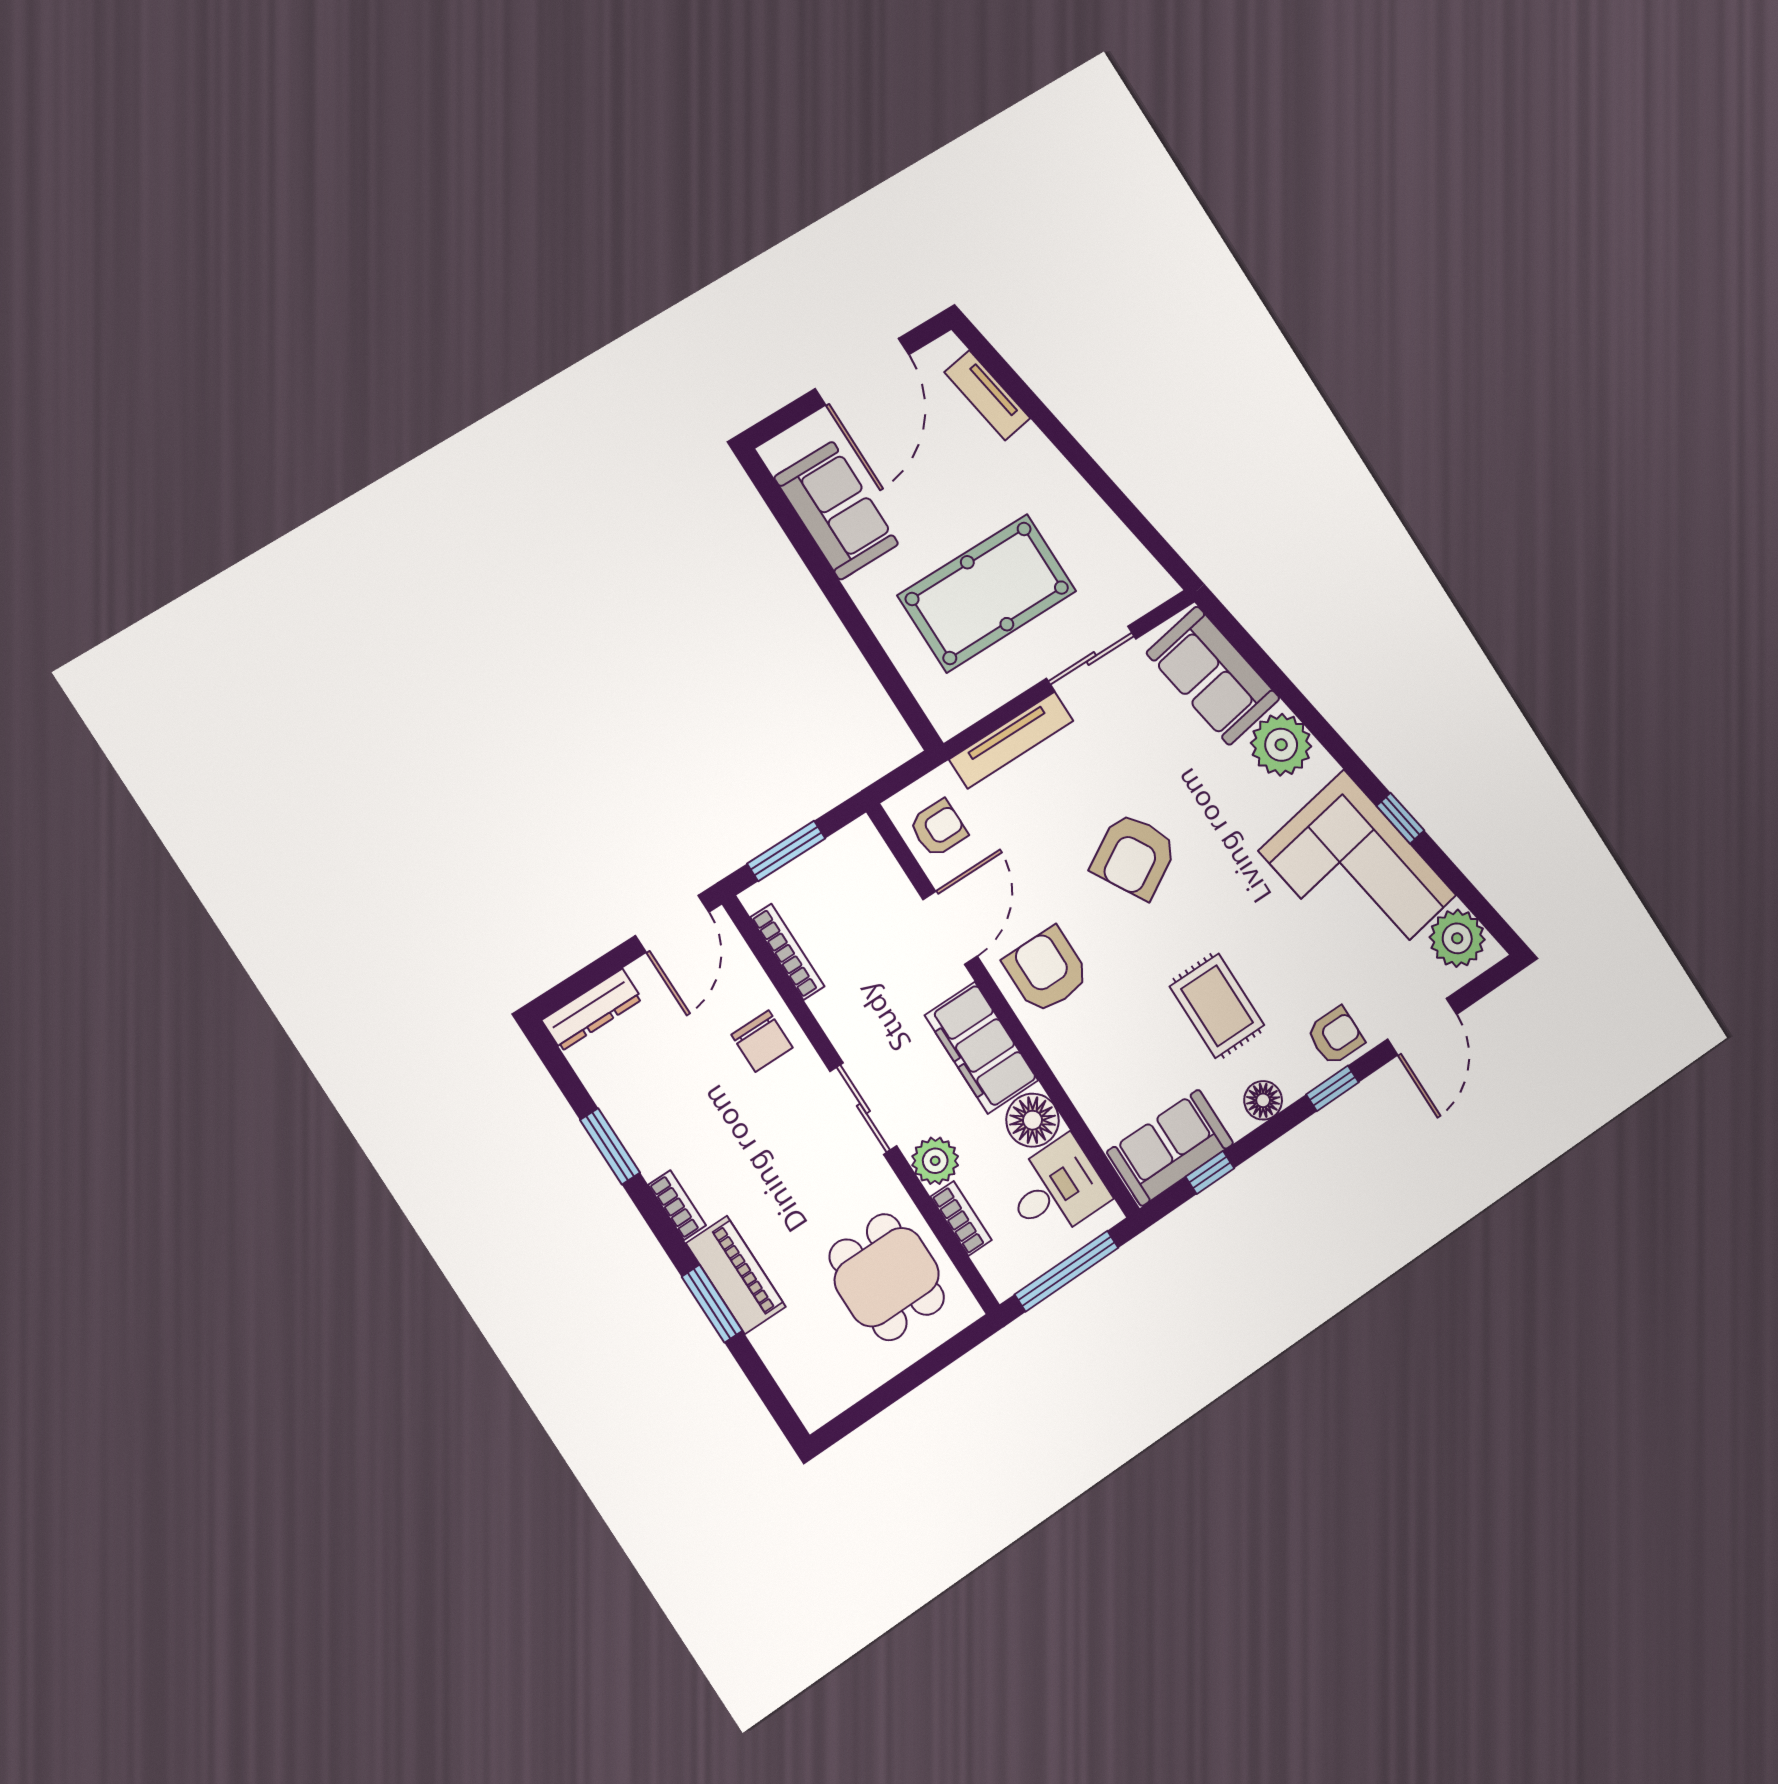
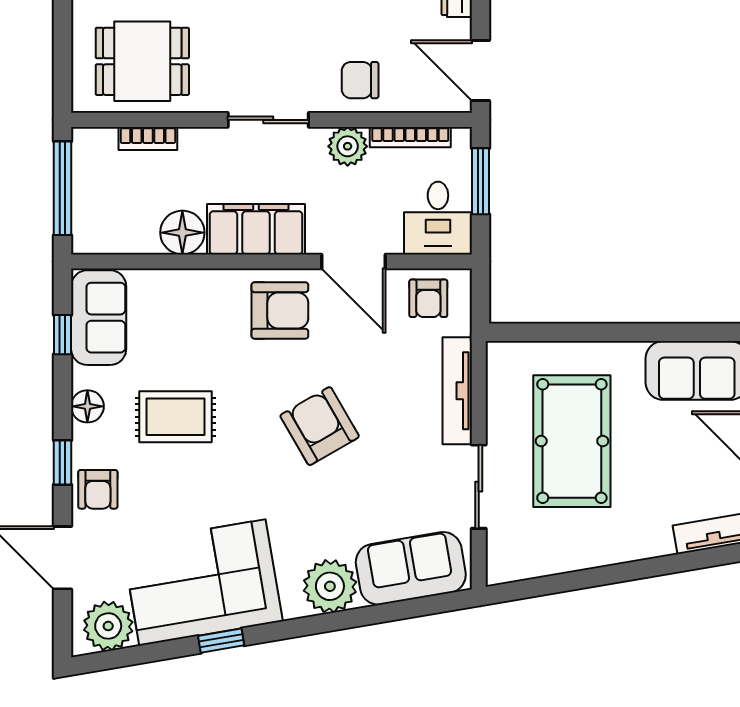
plant: (935, 1161) -> (348, 146), moved
desk: (1056, 1189) -> (438, 218), moved

